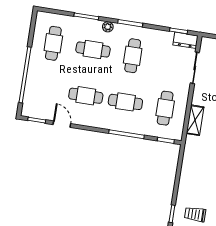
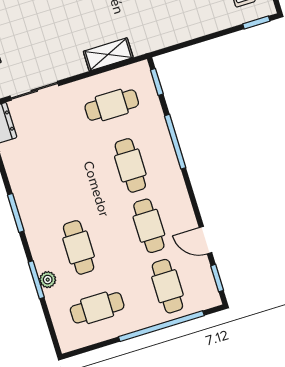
plant: (108, 27) -> (48, 280), moved
cafe table: (133, 56) -> (167, 286), moved, turned 90
door: (62, 124) -> (205, 240), hinge flipped

